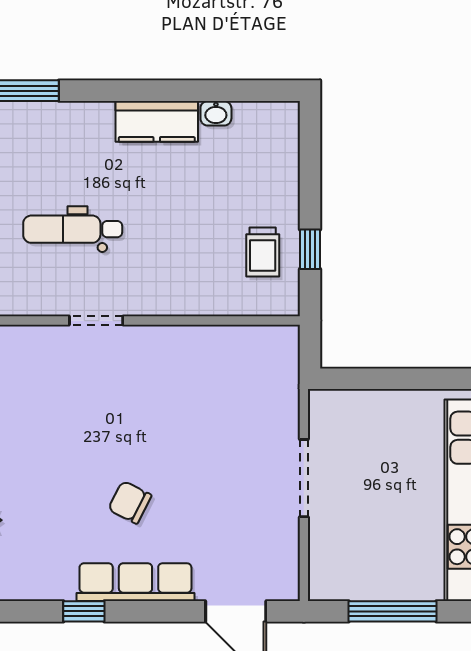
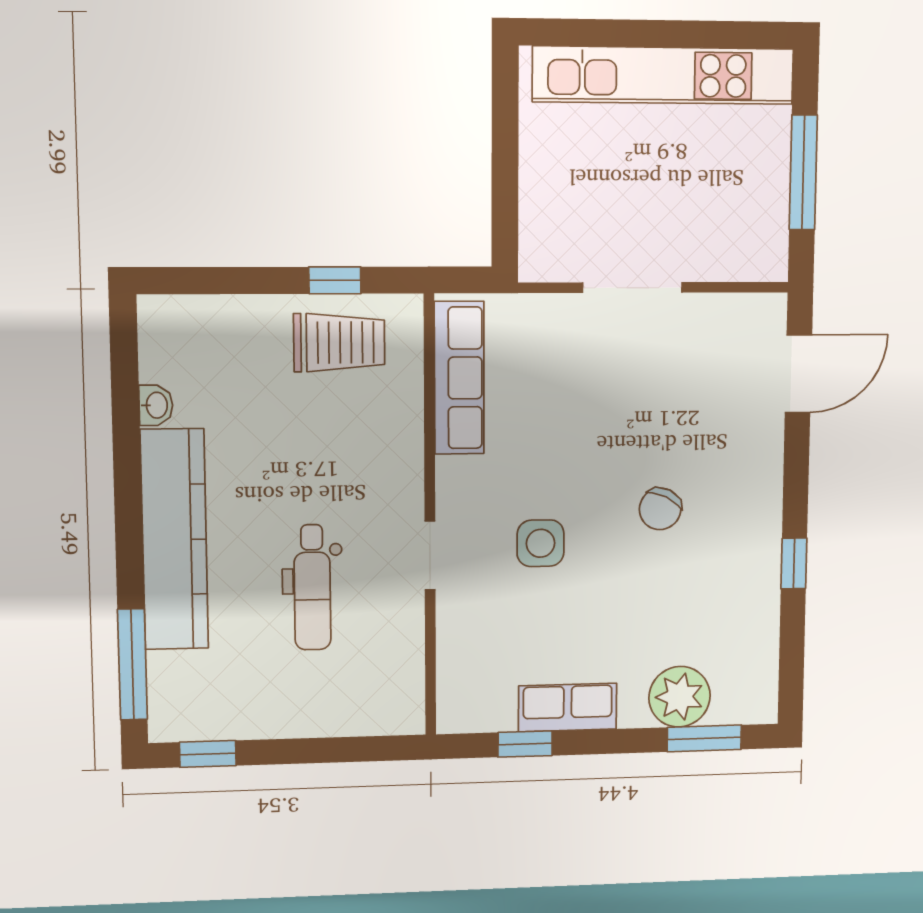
kitchen counter: (157, 121) -> (174, 540), width x2.08, depth x1.17
trolley: (263, 252) -> (339, 343), width x1.36, depth x1.39
side table: (104, 407) -> (540, 543), added
row of seats: (135, 582) -> (459, 378), moved, turned 180

